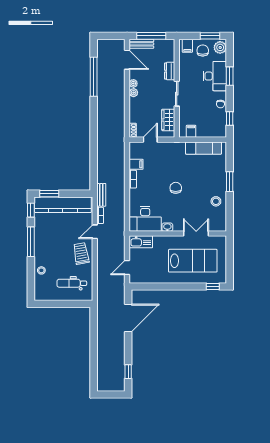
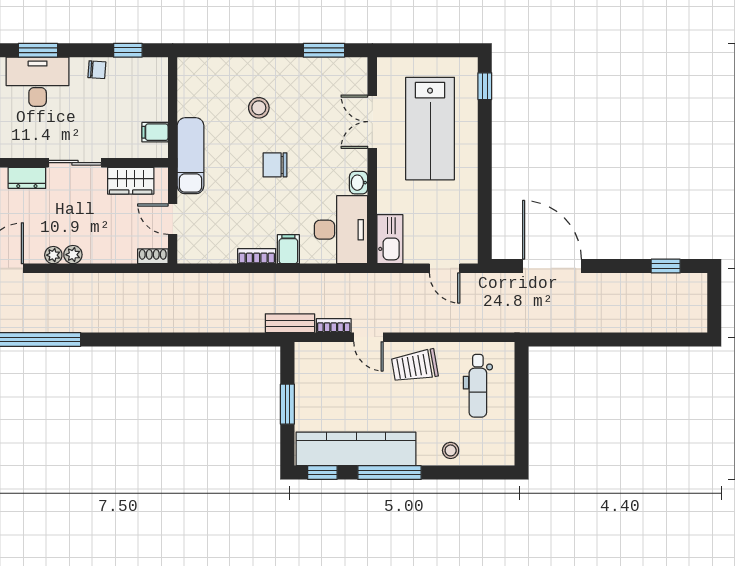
exam couch: (204, 148) -> (190, 156), moved
filing cabinet: (136, 164) -> (288, 249), moved
window: (230, 182) -> (324, 50), moved
window: (49, 194) -> (287, 404), moved
stool: (216, 201) -> (259, 108), moved
kitchen counter: (63, 205) -> (356, 449), moved, turned -90
lab bench: (193, 261) -> (430, 129), turned 180

